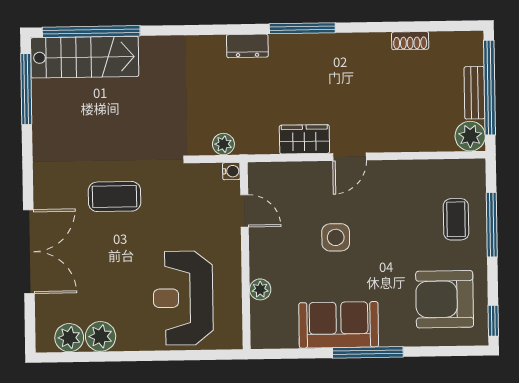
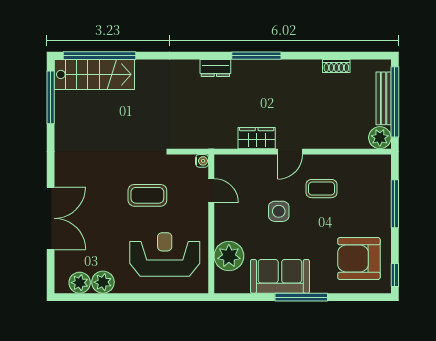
bench: (474, 93) -> (384, 98), width x1.36
plant: (223, 144) -> (196, 141), removed
coffee table: (115, 197) -> (147, 195), moved
coffee table: (456, 219) -> (322, 189), moved, turned 90
plant: (260, 289) -> (229, 256), width x1.88, depth x1.88
reception desk: (183, 298) -> (165, 255), turned 90

